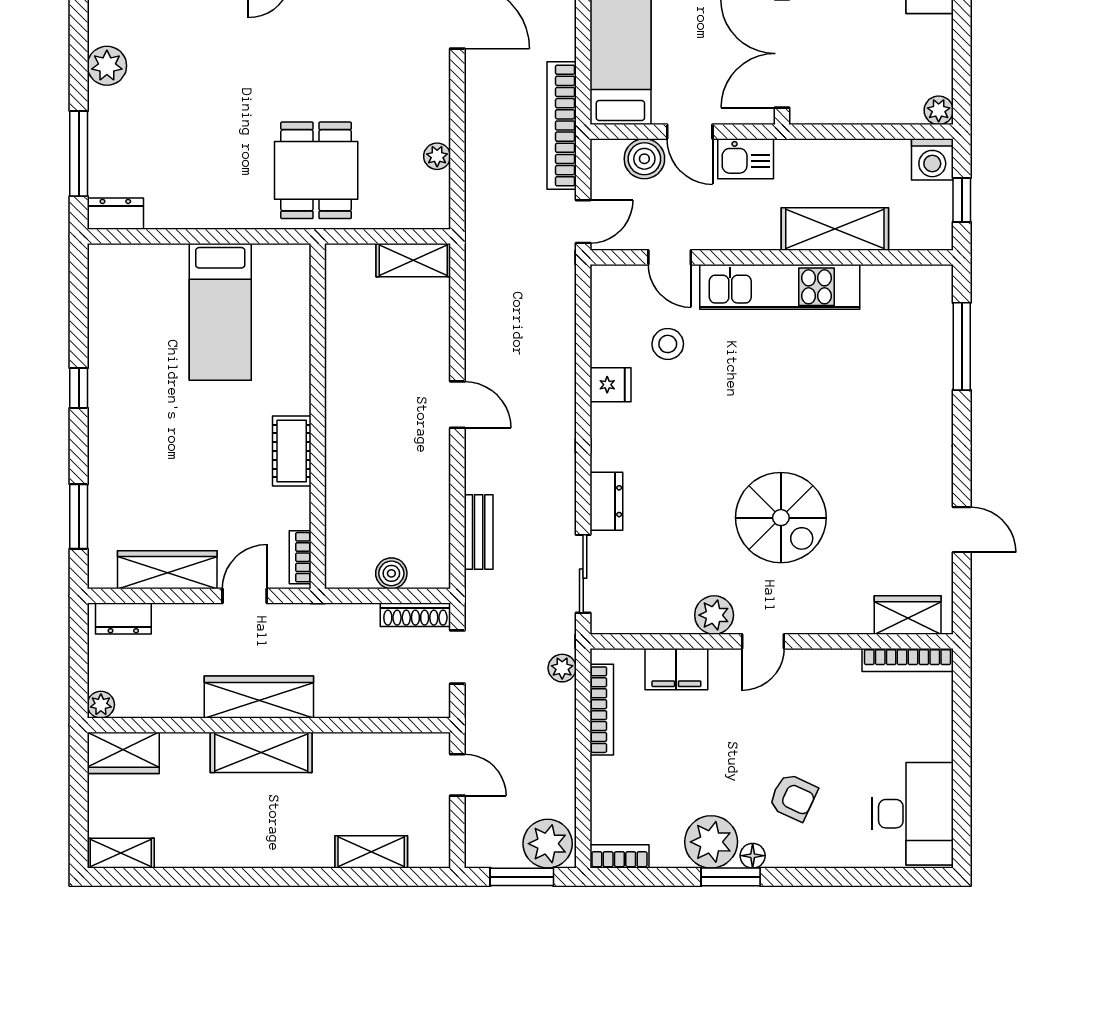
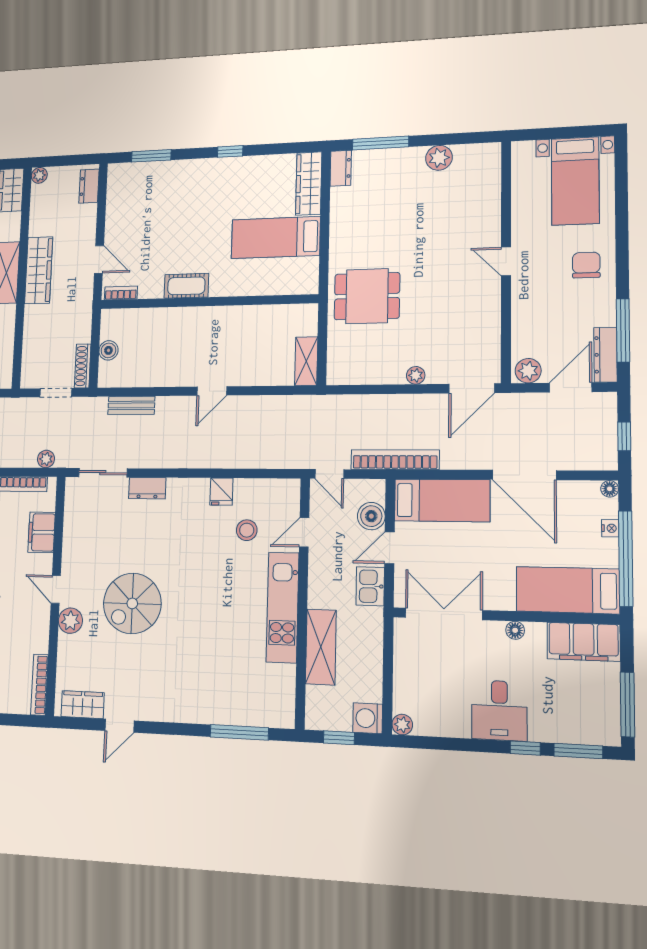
plant: (437, 156) -> (416, 375), moved
wardrobe: (167, 570) -> (309, 184), moved, turned 180
plant: (714, 615) -> (70, 621), moved
wardrobe: (908, 615) -> (83, 705), moved, turned -90

